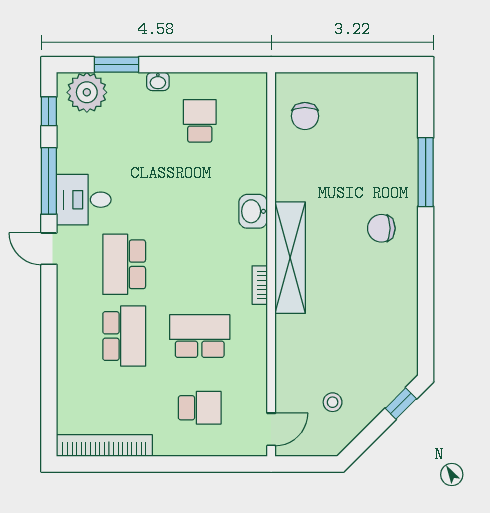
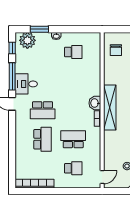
school desk: (200, 121) -> (73, 52), turned 90
washbasin: (253, 211) -> (95, 103), moved
school desk: (124, 264) -> (43, 110), turned -90

